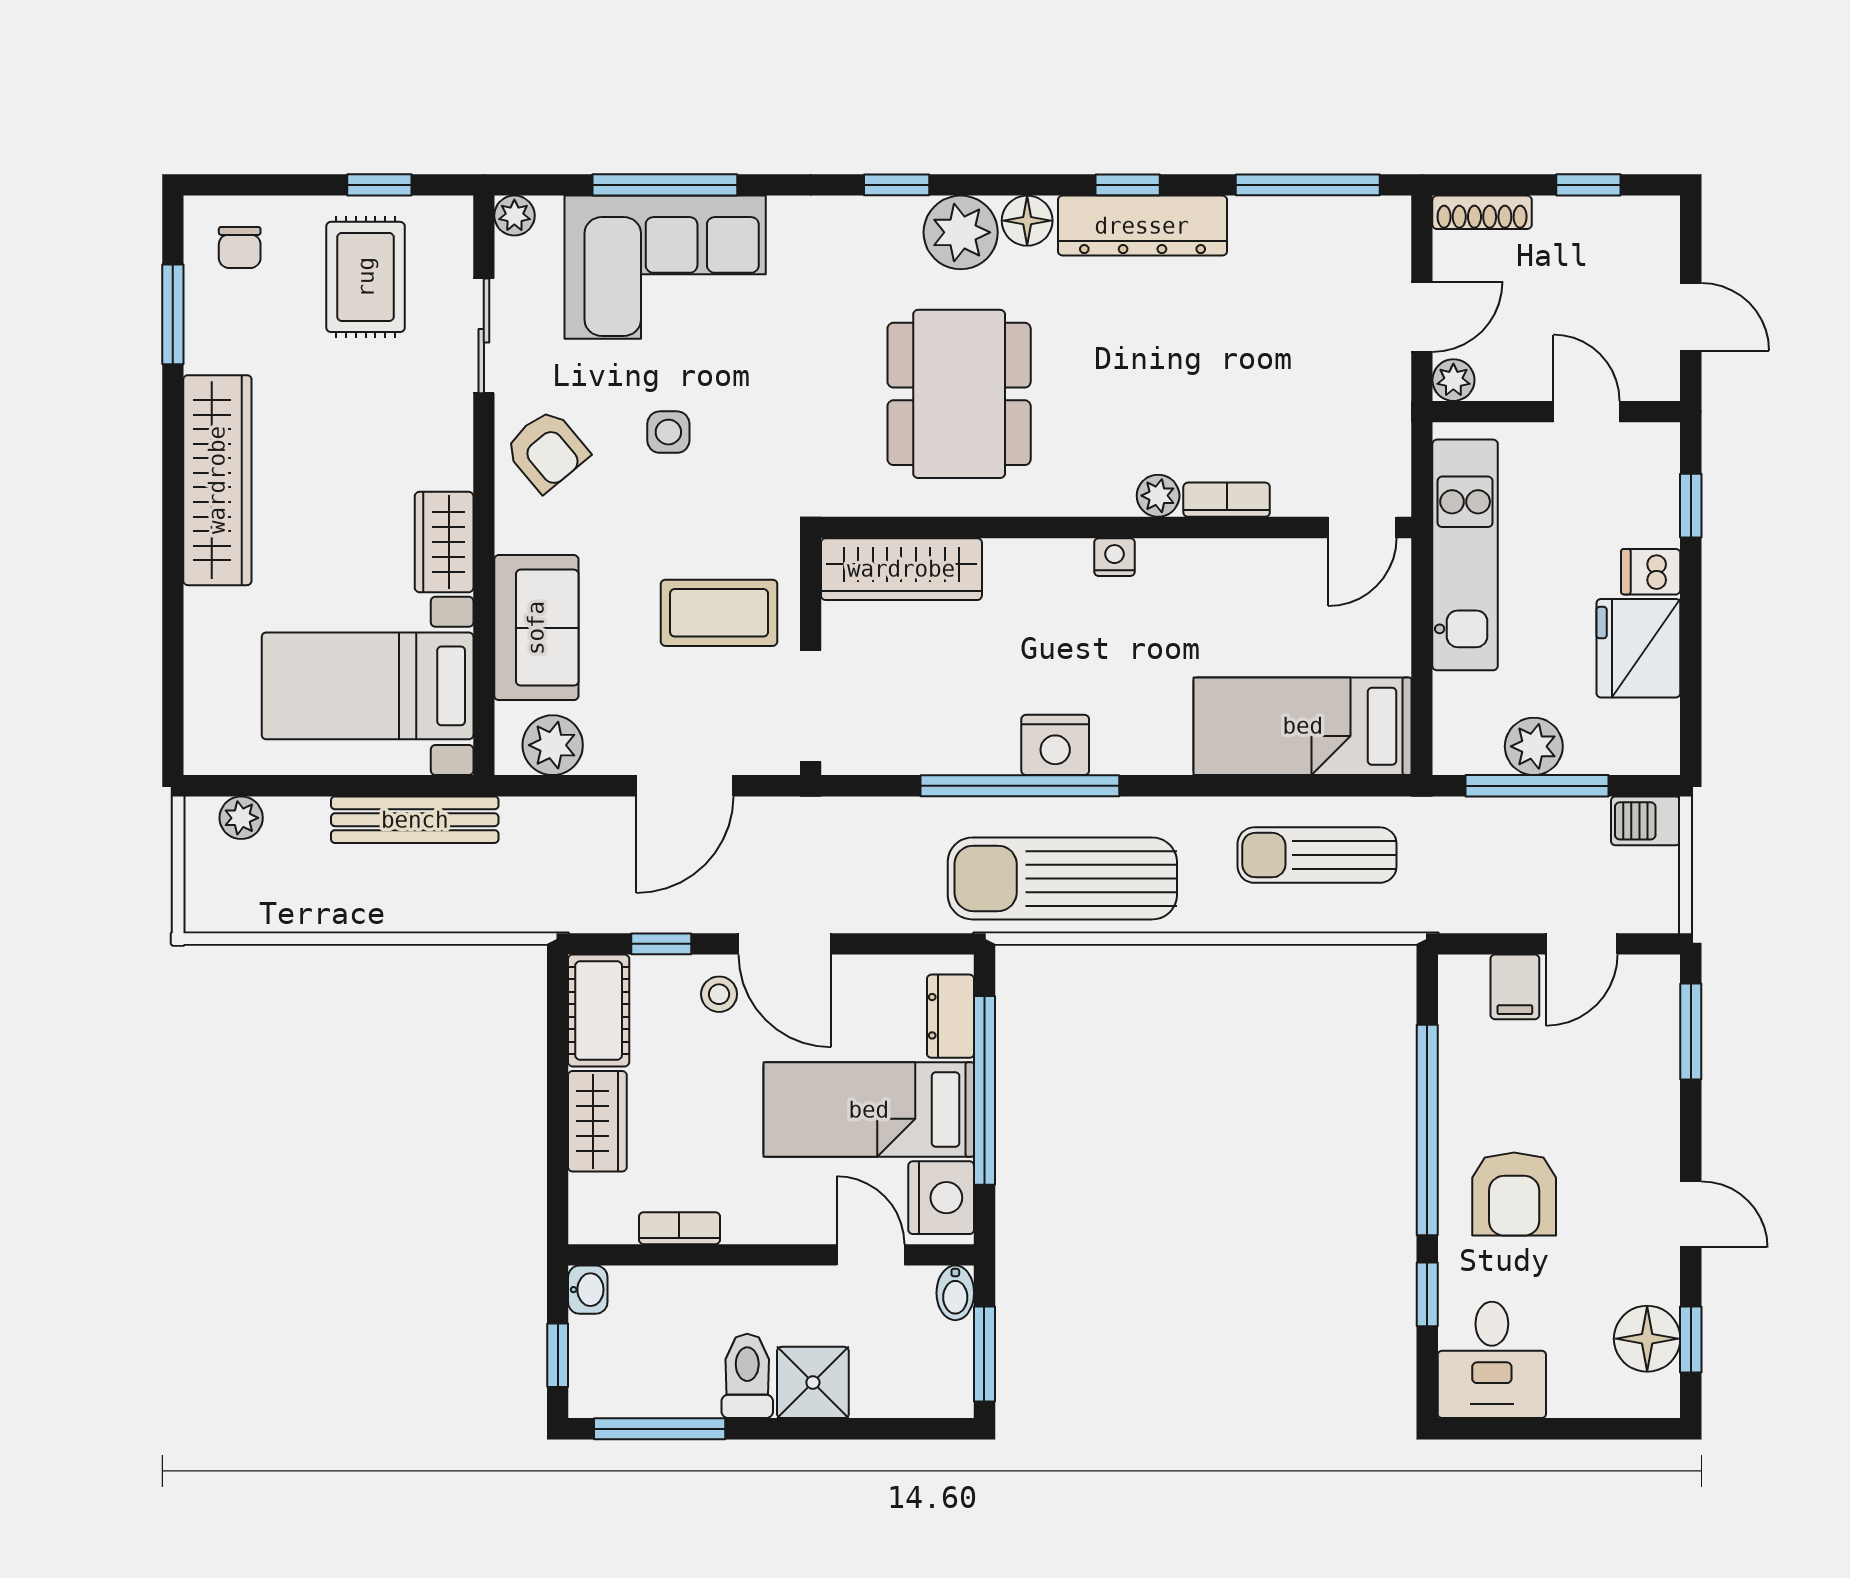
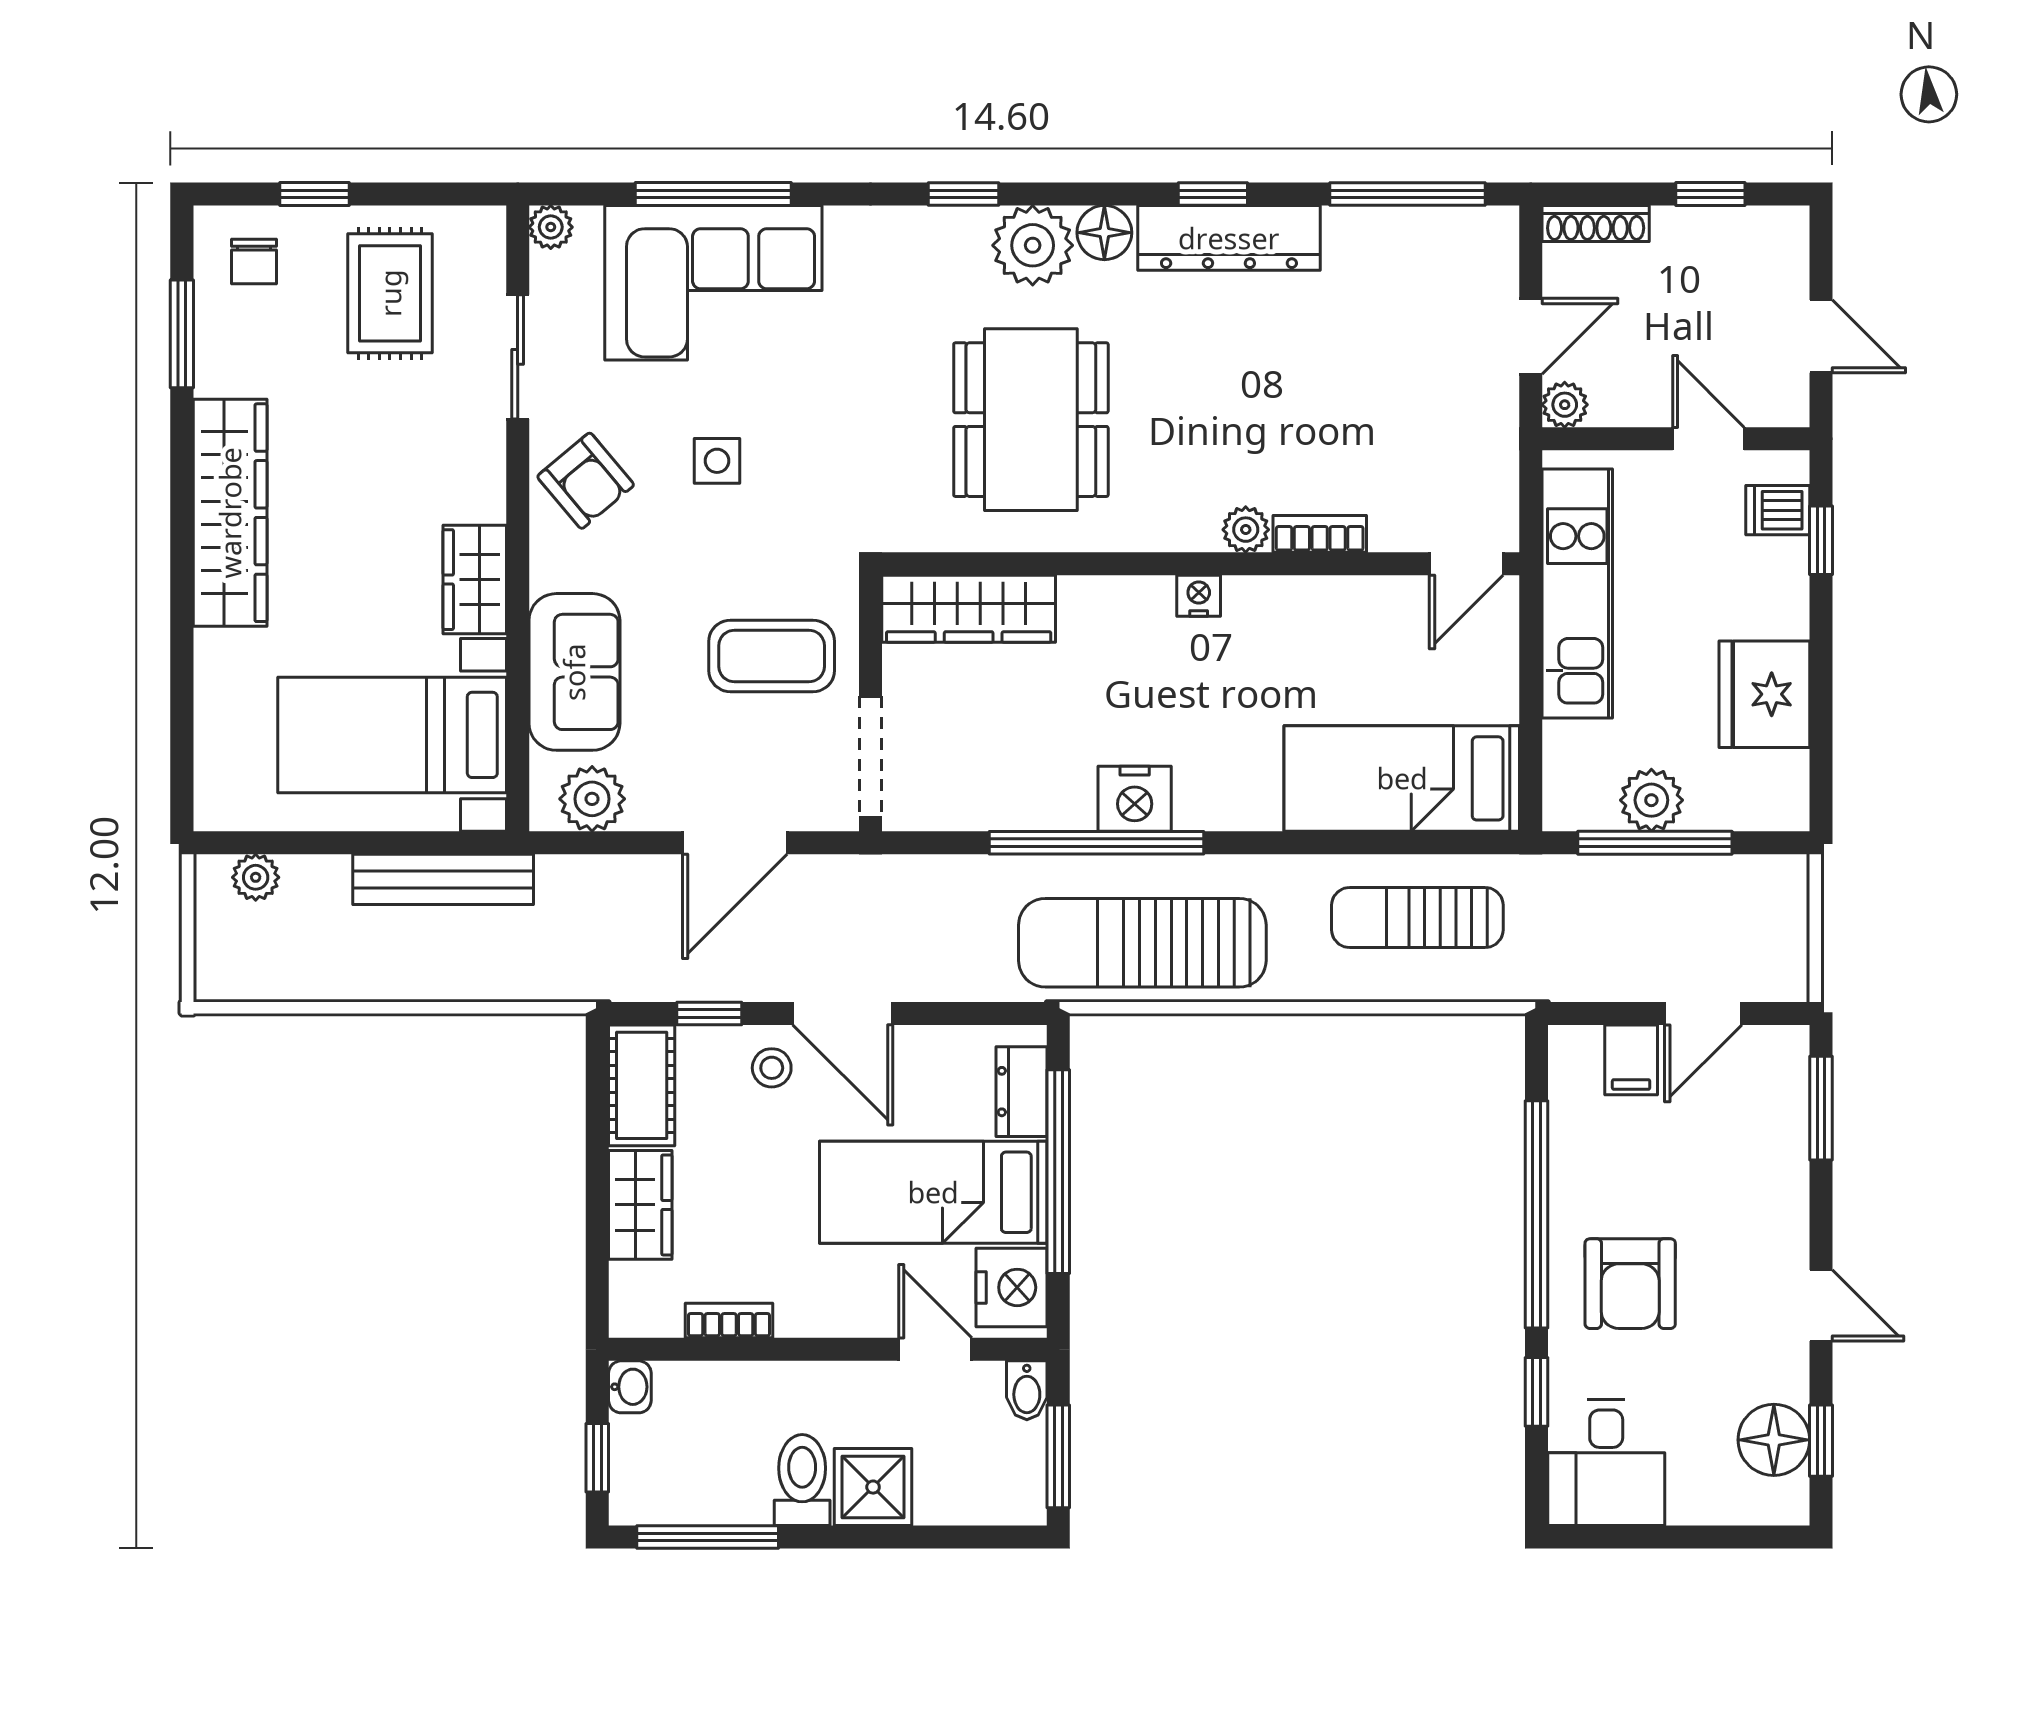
window: (379, 185) -> (315, 194), moved
dishwasher: (1651, 572) -> (1778, 510), moved
barbecue: (1646, 821) -> (1772, 881), removed

